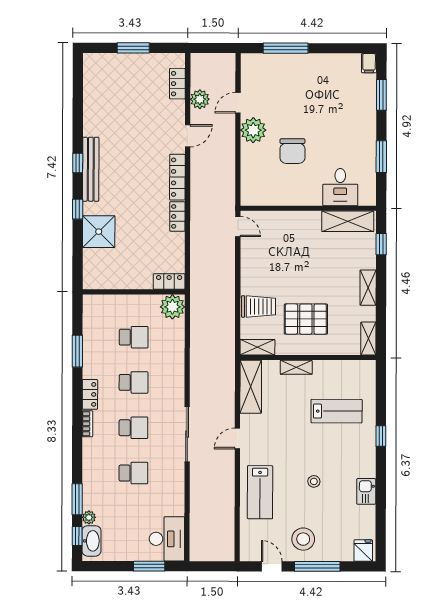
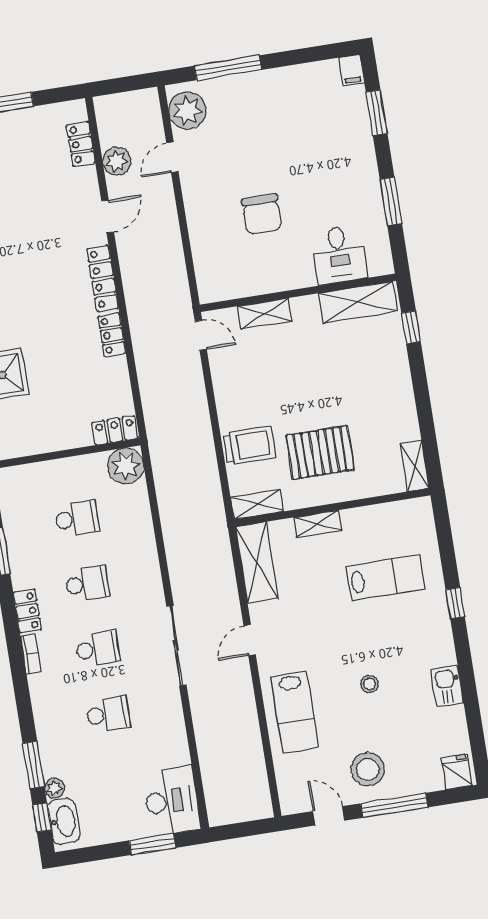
plant: (253, 130) -> (187, 111), moved
shelving: (368, 288) -> (265, 314), moved, turned 90

